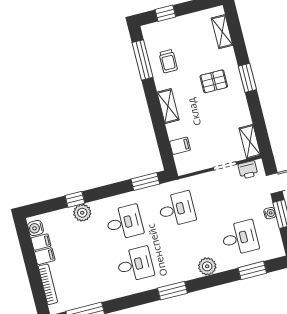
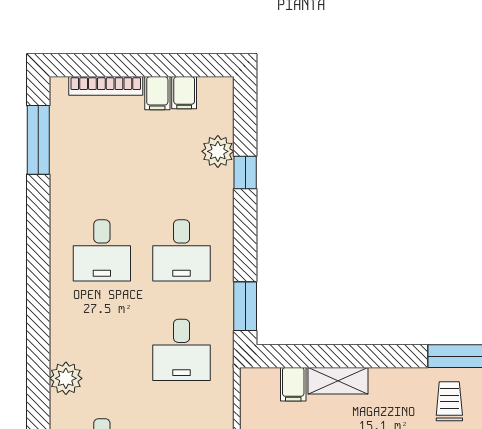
trolley: (168, 61) -> (449, 401), turned 90
shelving: (168, 106) -> (338, 381), moved
plant: (82, 213) -> (218, 151), moved
water cooler: (36, 228) -> (212, 90), removed
window: (172, 291) -> (38, 305), removed

